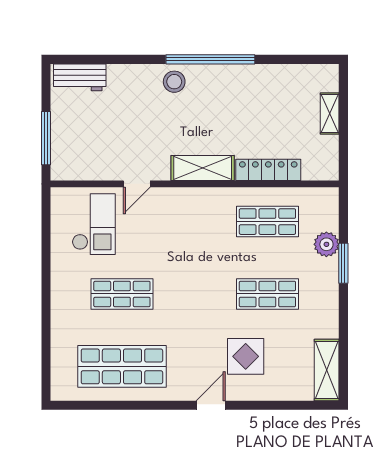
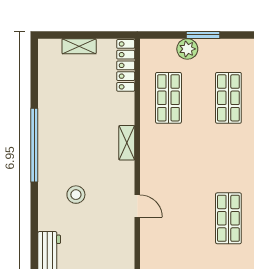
stool: (174, 82) -> (76, 195), moved
shelving: (203, 168) -> (127, 143), width x0.67, depth x0.75
locker: (268, 170) -> (126, 65), moved
checkout: (94, 224) -> (171, 242), removed

